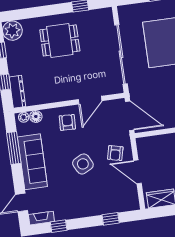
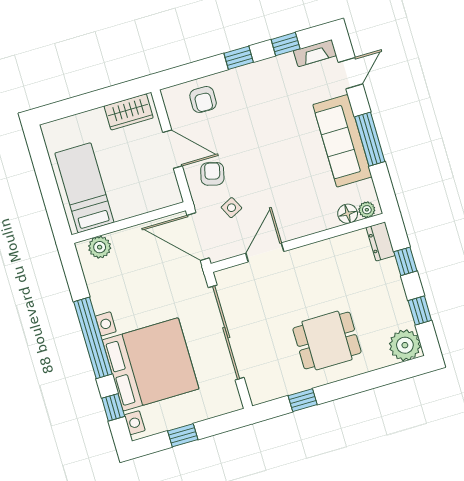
dresser: (17, 92) -> (381, 241), width x0.70
armchair: (67, 122) -> (203, 99), moved
window: (14, 148) -> (370, 139), moved
side table: (83, 164) -> (231, 208), moved, width x0.54, depth x0.54
window: (111, 219) -> (239, 58), moved

